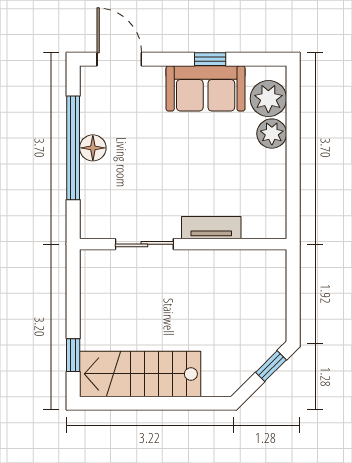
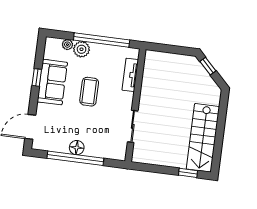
plant: (268, 99) -> (67, 45), width x0.53, depth x0.53
coffee table: (197, 157) -> (89, 92), added
window: (293, 168) -> (102, 40), added
tv unit: (211, 228) -> (130, 75), moved

